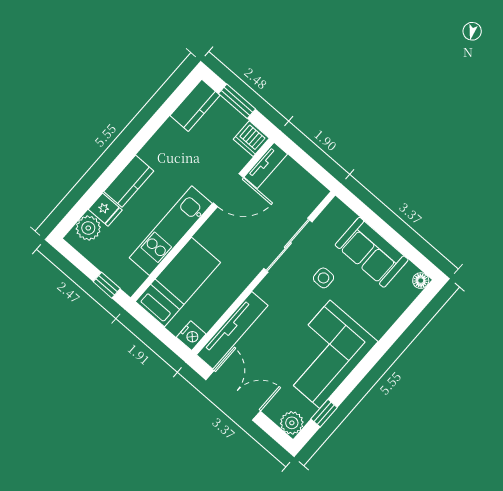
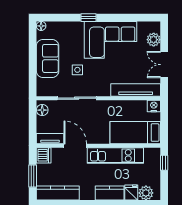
kitchen counter: (195, 105) -> (58, 193), width x1.50
floor lamp: (311, 188) -> (42, 110), added
double door: (233, 395) -> (164, 65), width x0.73
window: (324, 413) -> (88, 18), moved
plant: (292, 423) -> (154, 40), moved

